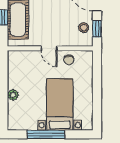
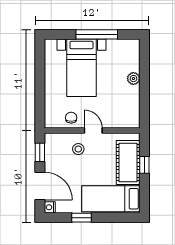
stool: (84, 28) -> (78, 149), moved

